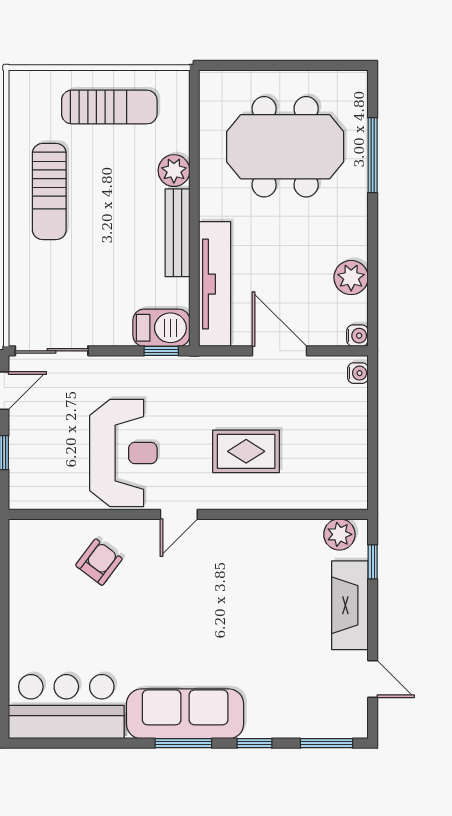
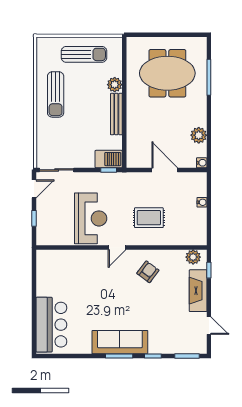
tv unit: (215, 284) -> (134, 138), removed
water cooler: (358, 373) -> (202, 202), moved
armchair: (99, 562) -> (148, 272), moved
bar counter: (66, 707) -> (51, 325), moved, turned 90

